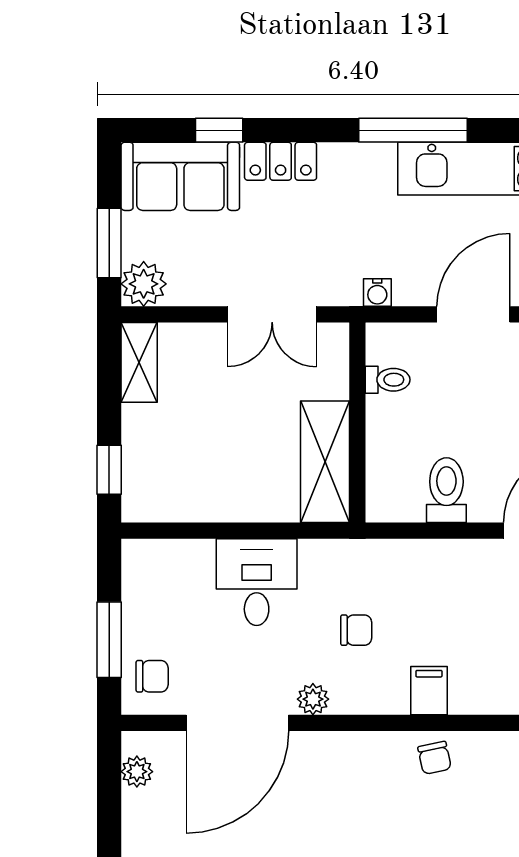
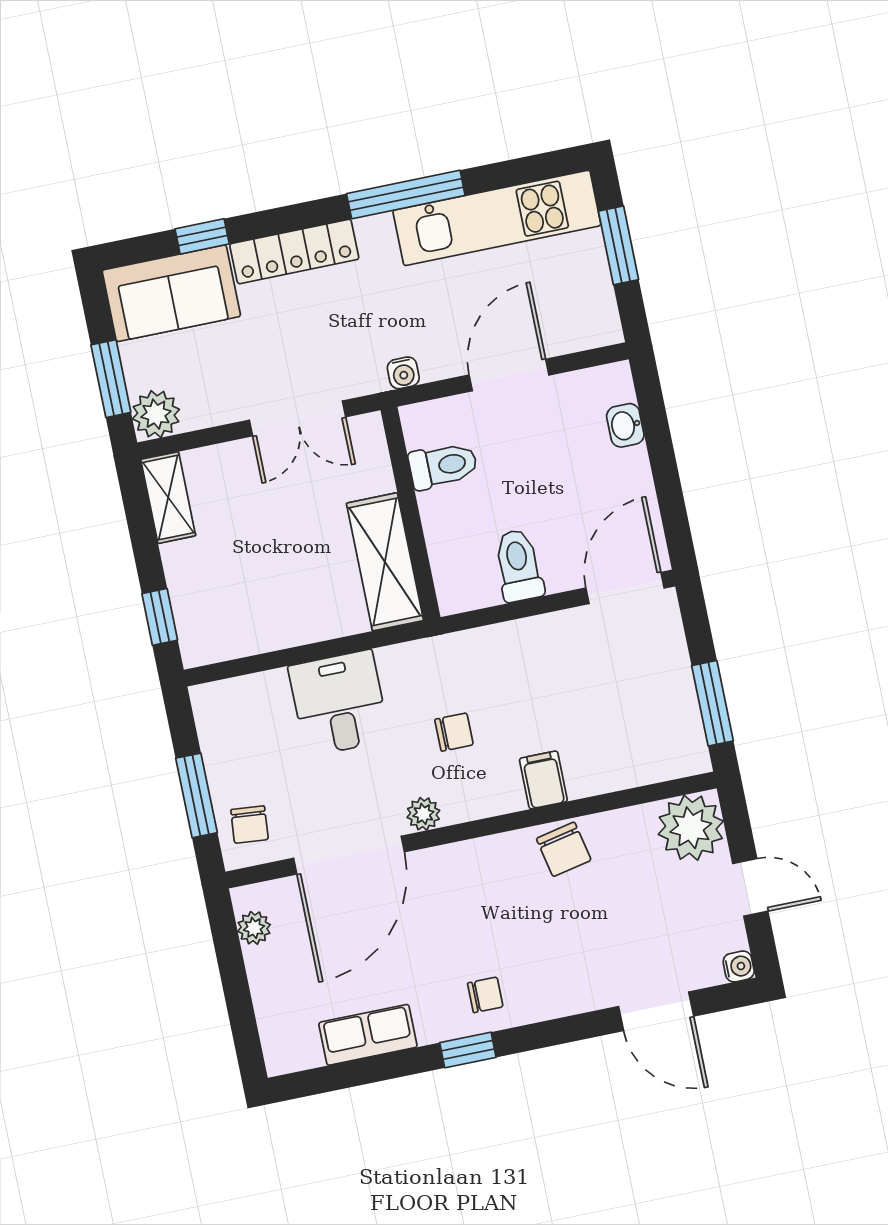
locker: (281, 161) -> (294, 252), width x1.53
toilet: (388, 380) -> (443, 466), width x1.37, depth x1.39
chair: (152, 676) -> (249, 825), turned 95
chair: (435, 758) -> (564, 849), width x1.37, depth x1.37

